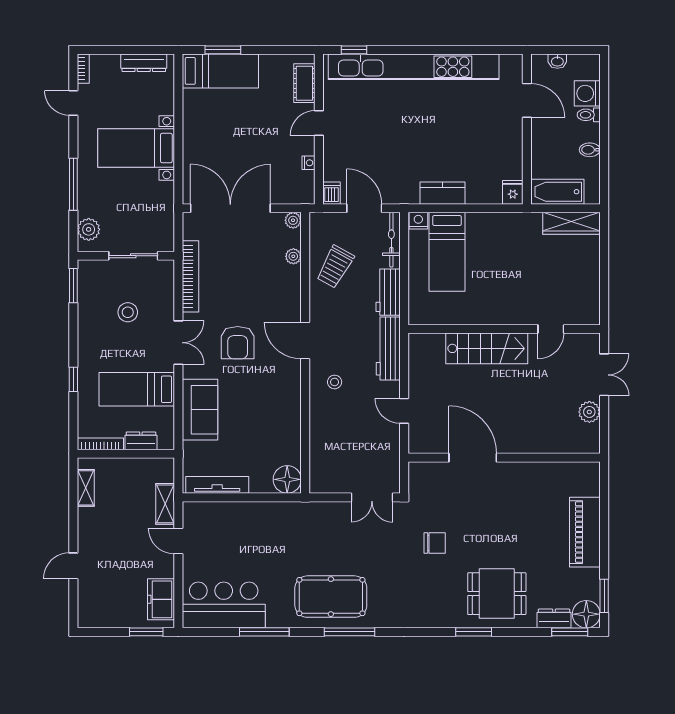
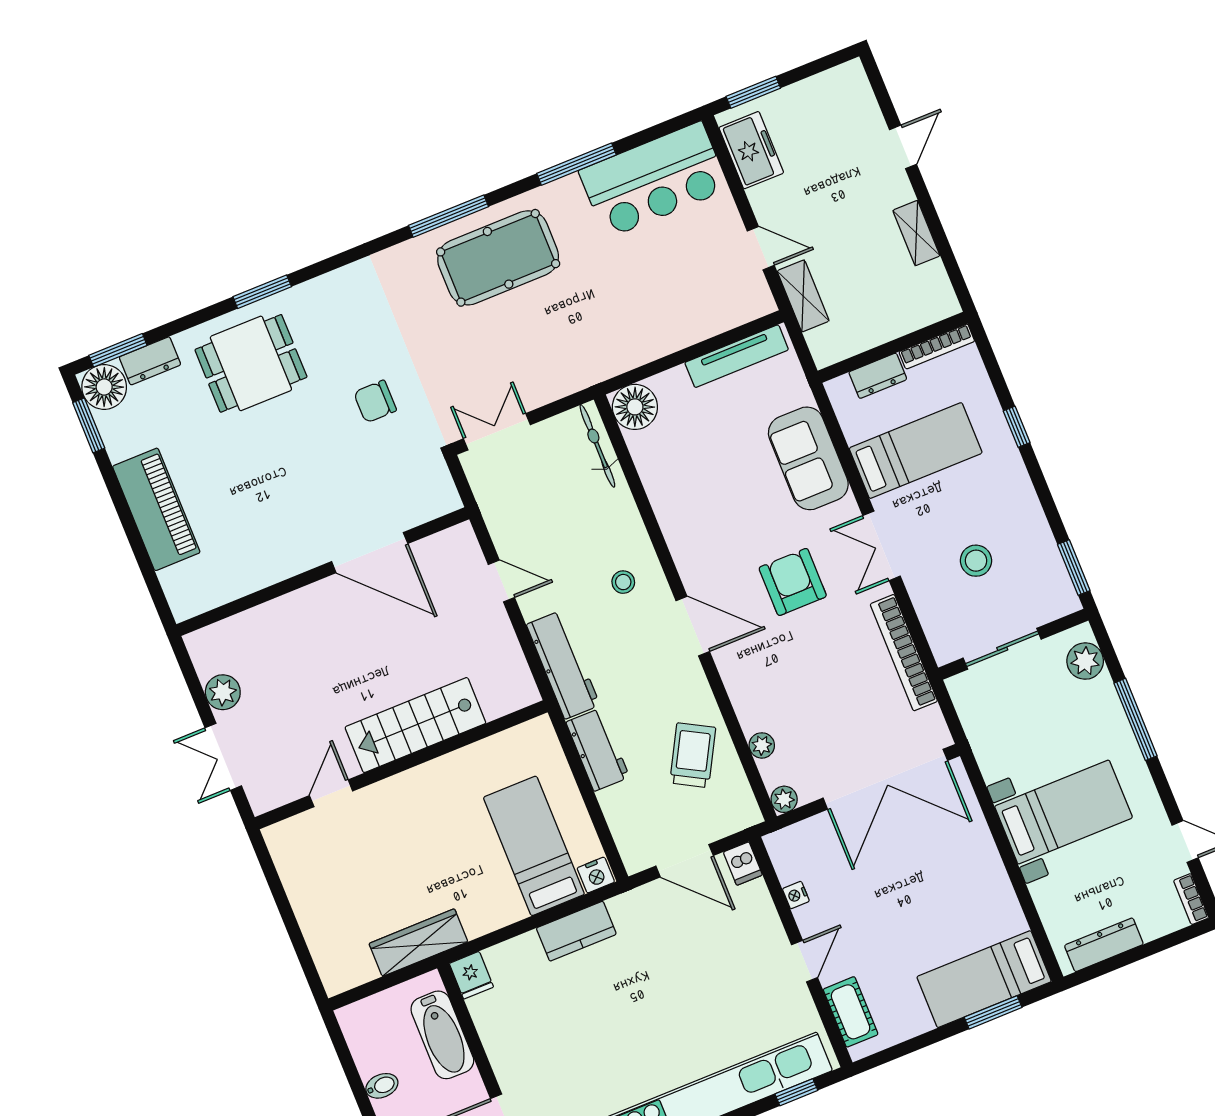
bathtub: (557, 192) -> (442, 1035), moved, turned 90
wardrobe: (571, 223) -> (418, 943), moved
bicycle: (391, 240) -> (597, 446), moved, turned 180
shelving: (86, 488) -> (916, 233), moved

